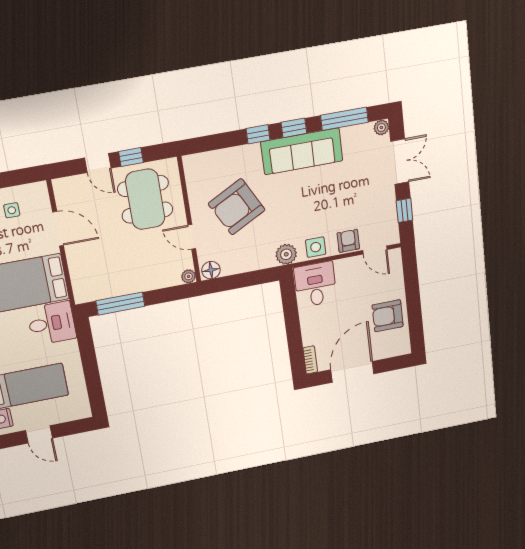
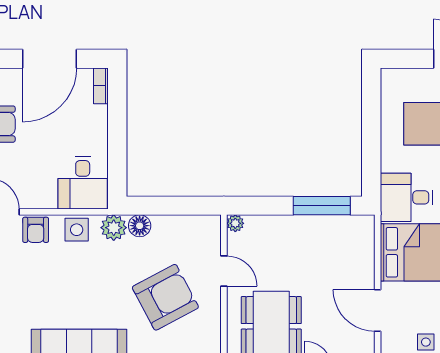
floor lamp: (211, 270) -> (140, 226), moved

